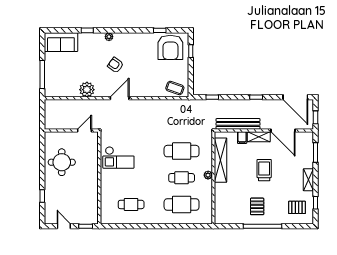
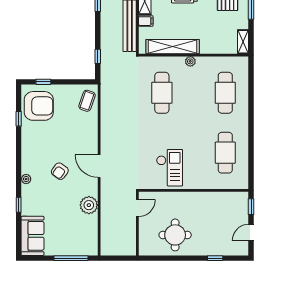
door: (85, 130) -> (137, 208), swing flipped
cafe table: (182, 178) -> (194, 93), removed
cafe table: (131, 204) -> (225, 153), width x1.37, depth x1.35
shelving: (225, 219) -> (243, 42), added

